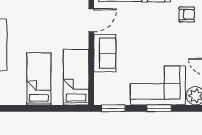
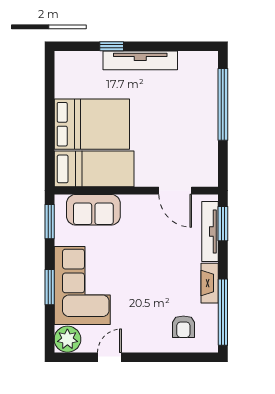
sofa: (105, 53) -> (93, 210), moved
bed: (39, 79) -> (92, 124), width x1.50

